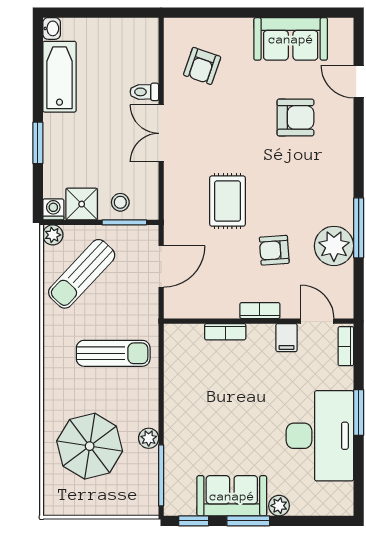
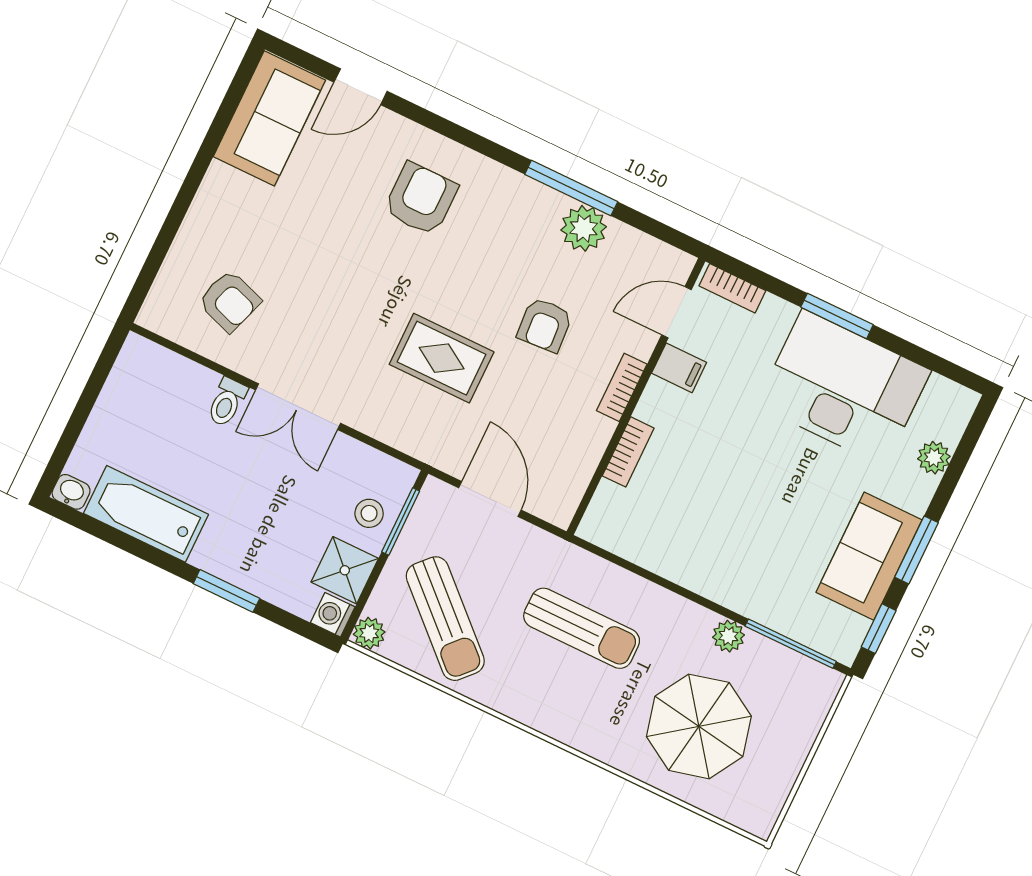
sofa: (291, 39) -> (269, 118), moved
armchair: (295, 117) -> (421, 199), moved
plant: (334, 246) -> (584, 228), width x0.73, depth x0.73
sun lounger: (113, 353) -> (582, 628), turned 90
plant: (279, 506) -> (934, 458), moved

